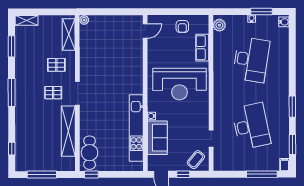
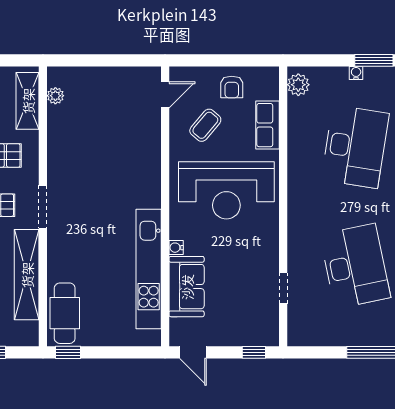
plant: (84, 20) -> (55, 96), moved
coffee table: (196, 160) -> (205, 125), moved
window: (183, 174) -> (254, 352), moved

